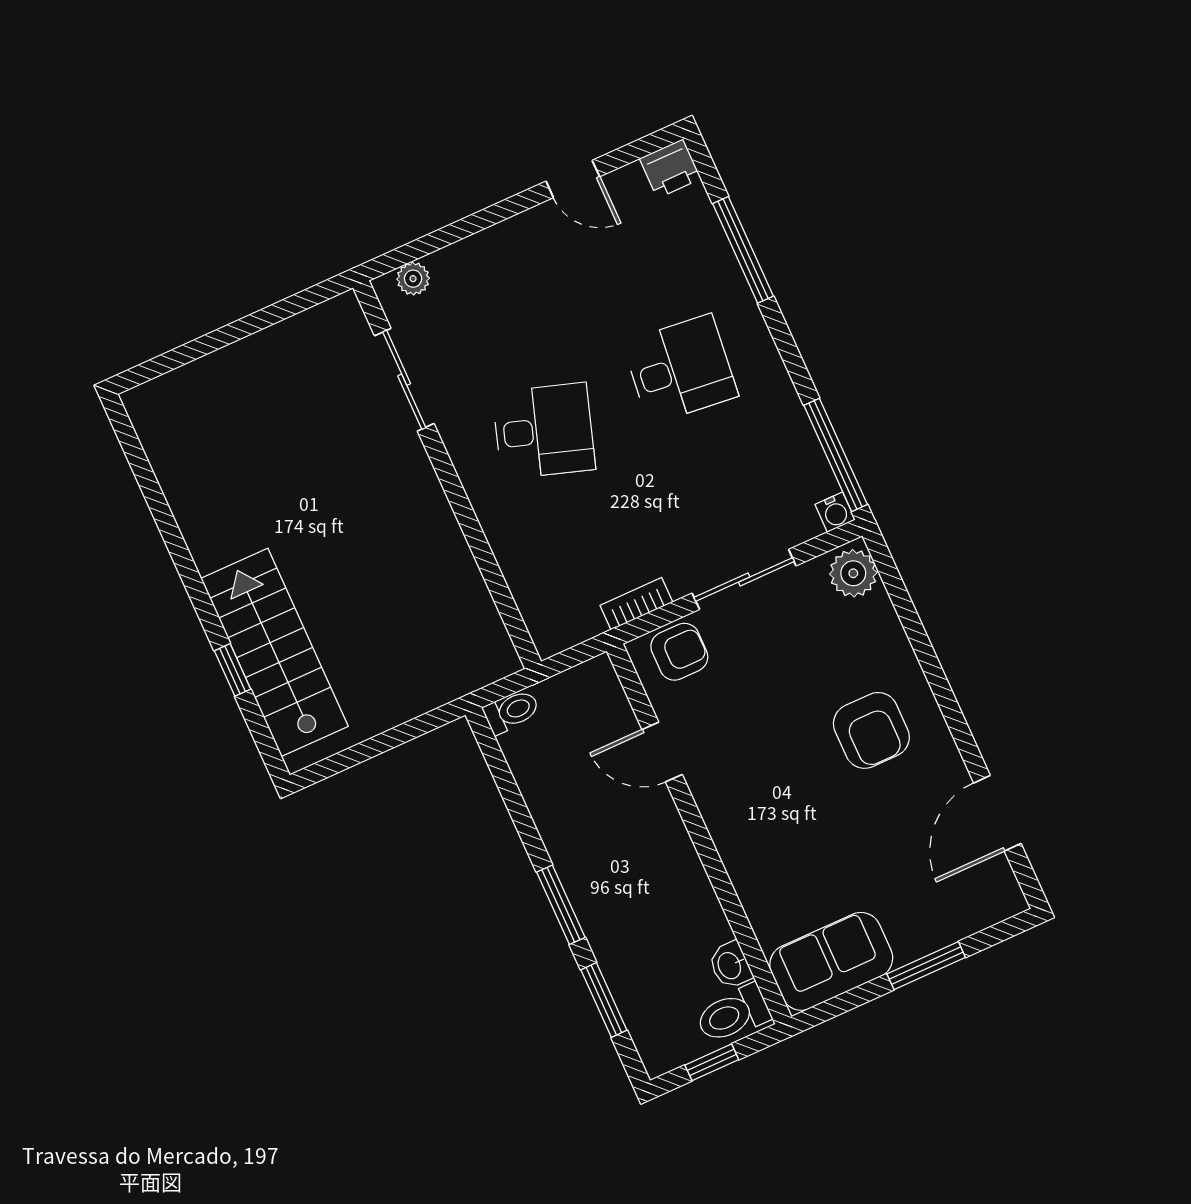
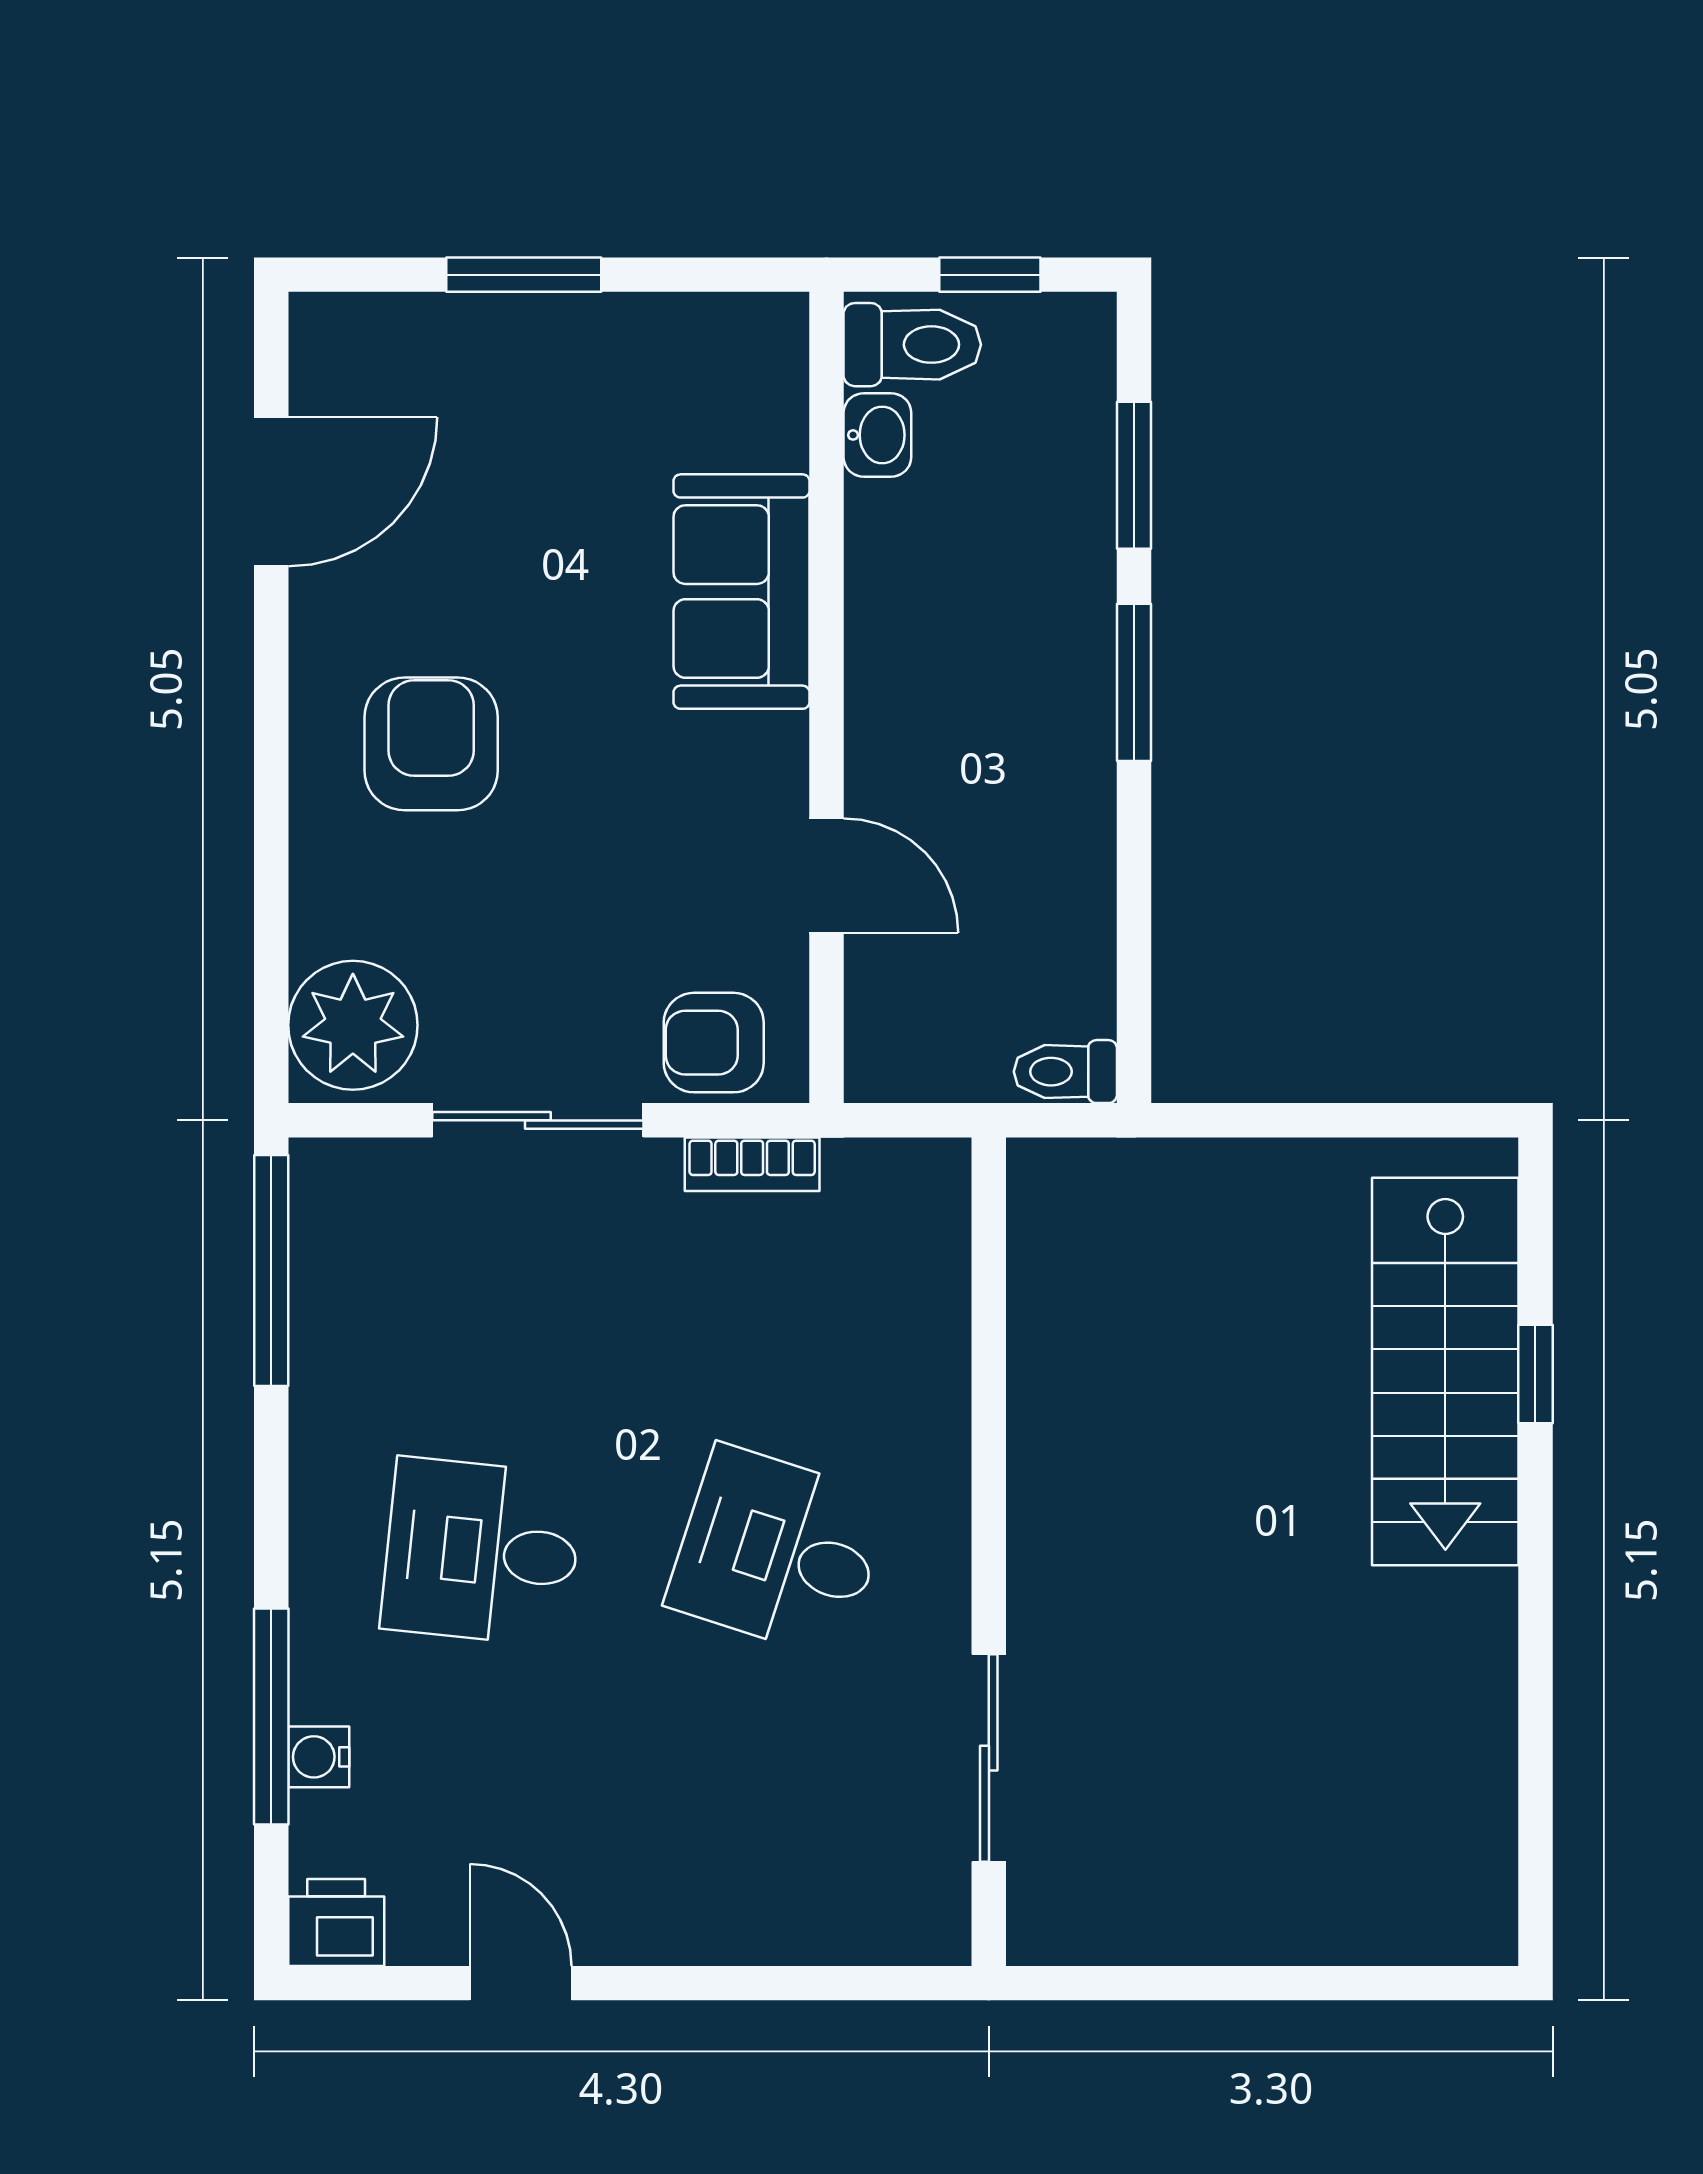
plant: (413, 279) -> (890, 1933), removed
water cooler: (835, 512) -> (319, 1757), moved, turned -90
plant: (853, 573) -> (353, 1025), width x1.36, depth x1.36
sofa: (831, 961) -> (742, 592), moved, turned 90

